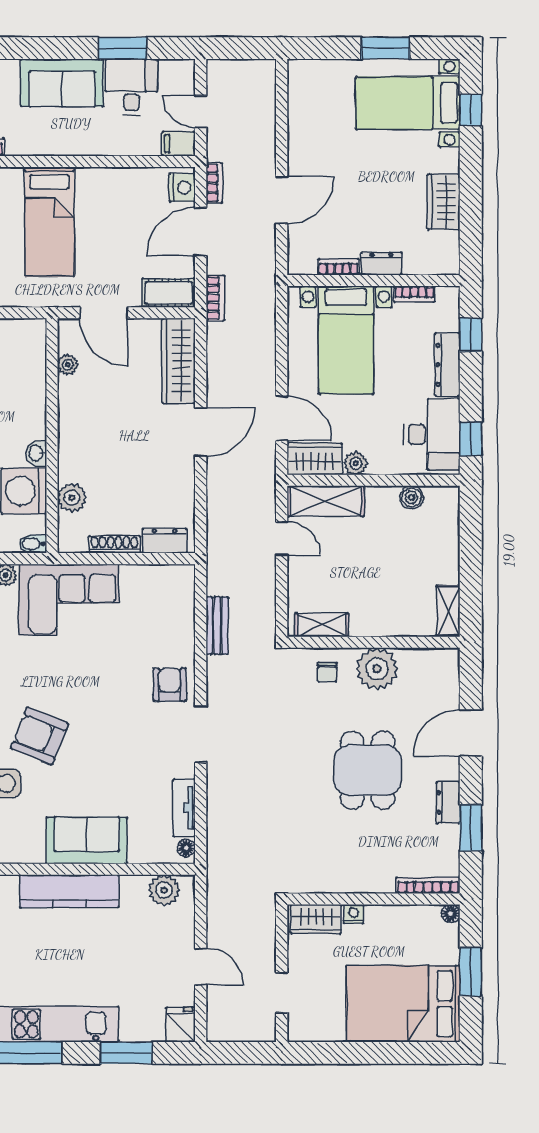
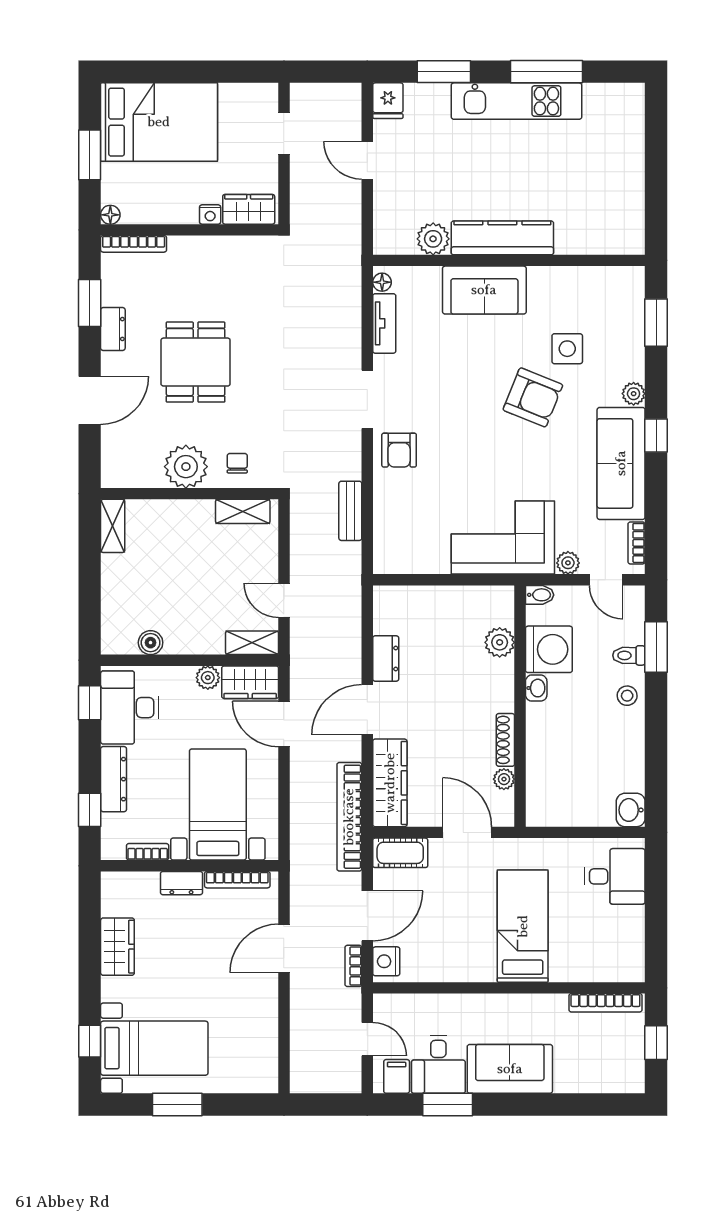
filing cabinet: (179, 144) -> (397, 1076), moved, turned -90
bookcase: (339, 267) -> (237, 880), width x1.56
bookcase: (215, 298) -> (349, 817), width x2.31, depth x1.31
shelving: (326, 501) -> (252, 643), width x0.67, depth x0.75
dresser: (165, 541) -> (386, 659), moved, turned -90
shoe rack: (114, 544) -> (505, 740), moved, turned 90
plant: (164, 890) -> (433, 239), moved

